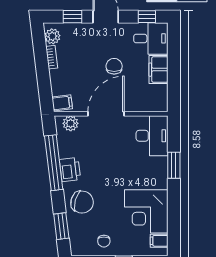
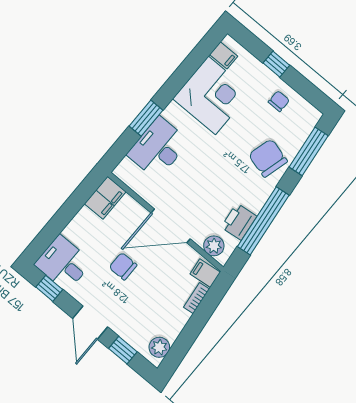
bookcase: (52, 57) -> (196, 298), moved
chair: (114, 66) -> (123, 266), turned 90
filing cabinet: (159, 70) -> (105, 198), moved
desk: (152, 136) -> (158, 148), moved
printer: (70, 170) -> (239, 222), moved
window: (61, 226) -> (309, 151), width x1.44

